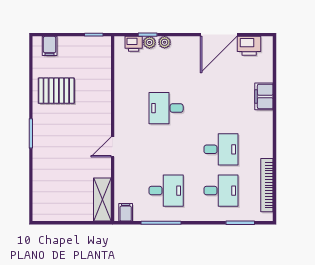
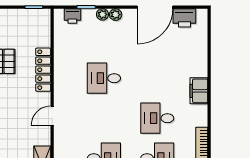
plant: (149, 42) -> (116, 15), moved
filing cabinet: (264, 96) -> (199, 91), moved
locker: (103, 99) -> (43, 70), added
desk: (221, 149) -> (157, 118), turned 180

